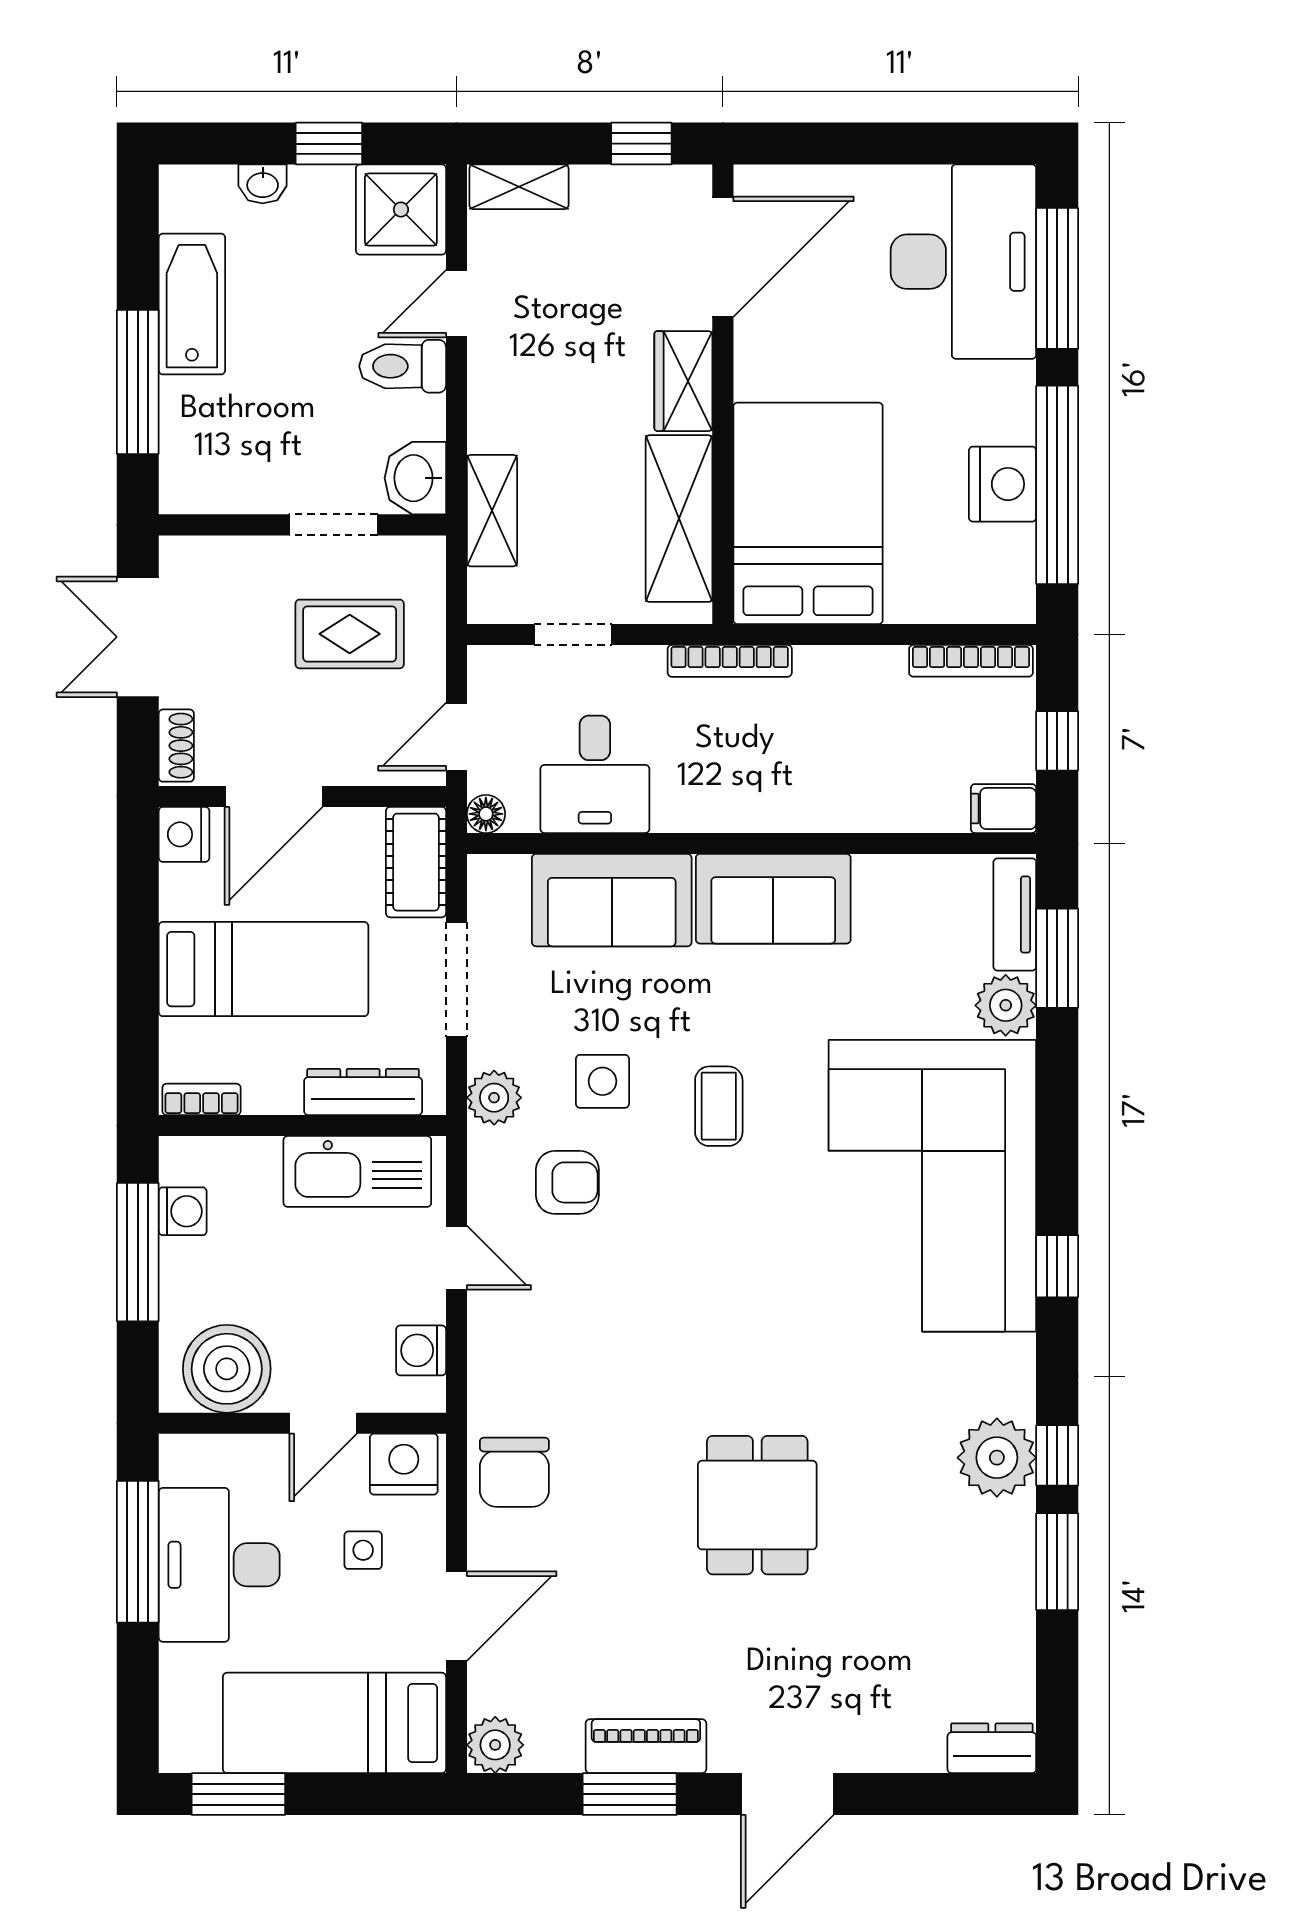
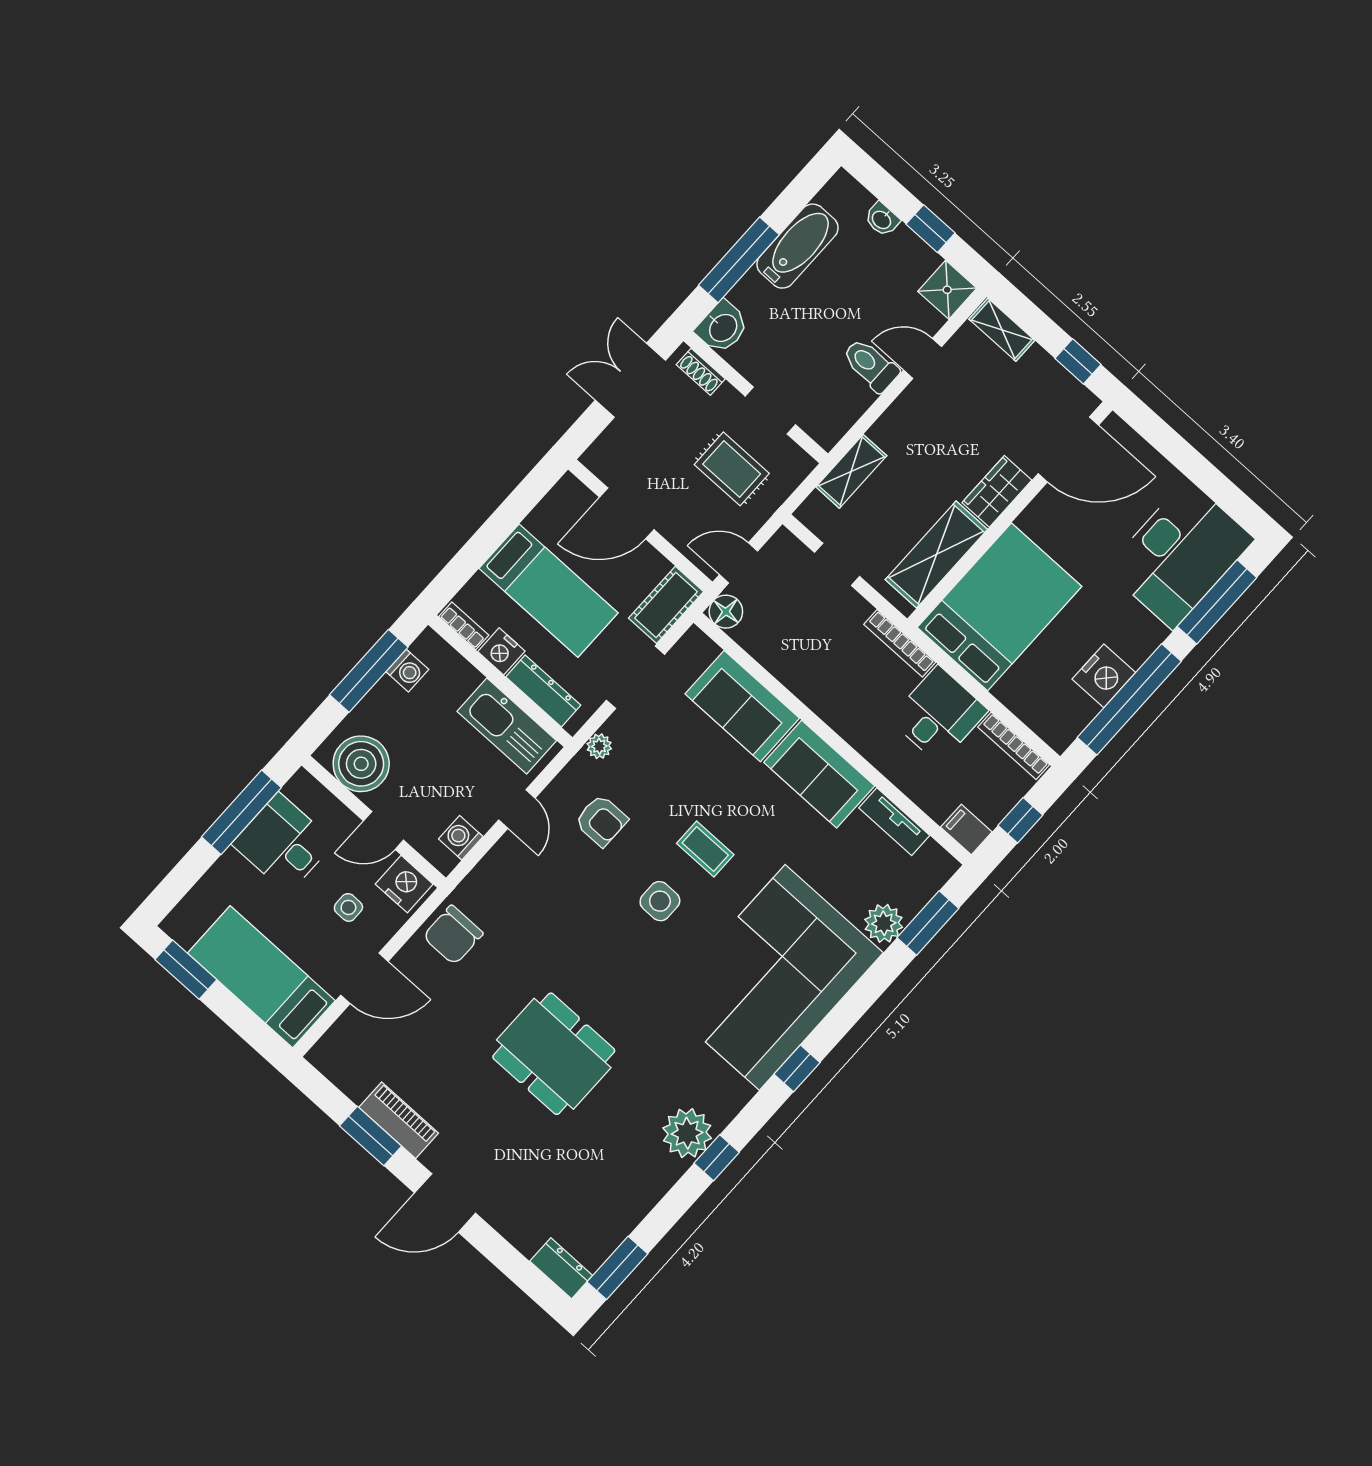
shower: (401, 210) -> (947, 290), width x0.73, depth x0.73
washbasin: (415, 478) -> (722, 327), moved, turned 180
shoe rack: (176, 746) -> (701, 372), moved, turned 90
desk: (595, 774) -> (939, 715), moved, turned 180
floor lamp: (486, 814) -> (726, 612), width x1.37, depth x1.37
nightstand: (184, 834) -> (501, 651), moved, turned -90
tv unit: (1015, 914) -> (894, 822), moved, turned -90
side table: (602, 1081) -> (660, 901), moved
plant: (494, 1098) -> (599, 746), width x0.73, depth x0.73
coffee table: (719, 1106) -> (705, 849), turned 90
dining table: (757, 1505) -> (554, 1054), width x1.38
window: (1057, 1562) -> (617, 1268), moved
desk: (219, 1565) -> (283, 843), width x0.73
plant: (495, 1745) -> (328, 1056), removed

